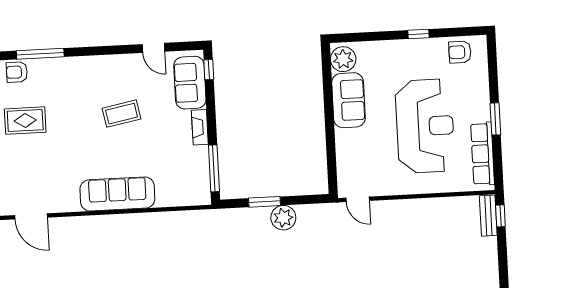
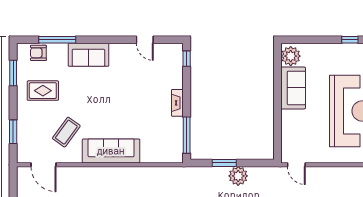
sofa: (190, 83) -> (88, 55), moved, turned -90
coffee table: (122, 114) -> (66, 132), moved, turned -43

